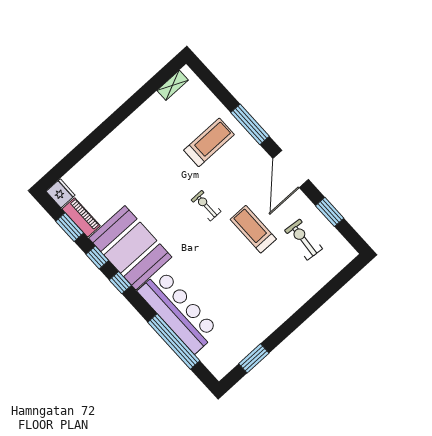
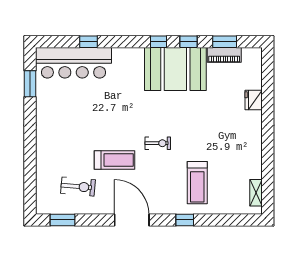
window: (250, 124) -> (185, 220), width x0.46
fridge: (61, 193) -> (254, 100), moved, turned 90
window: (330, 212) -> (62, 220), moved
bar counter: (178, 311) -> (74, 63), moved
window: (174, 342) -> (88, 42), width x0.32

